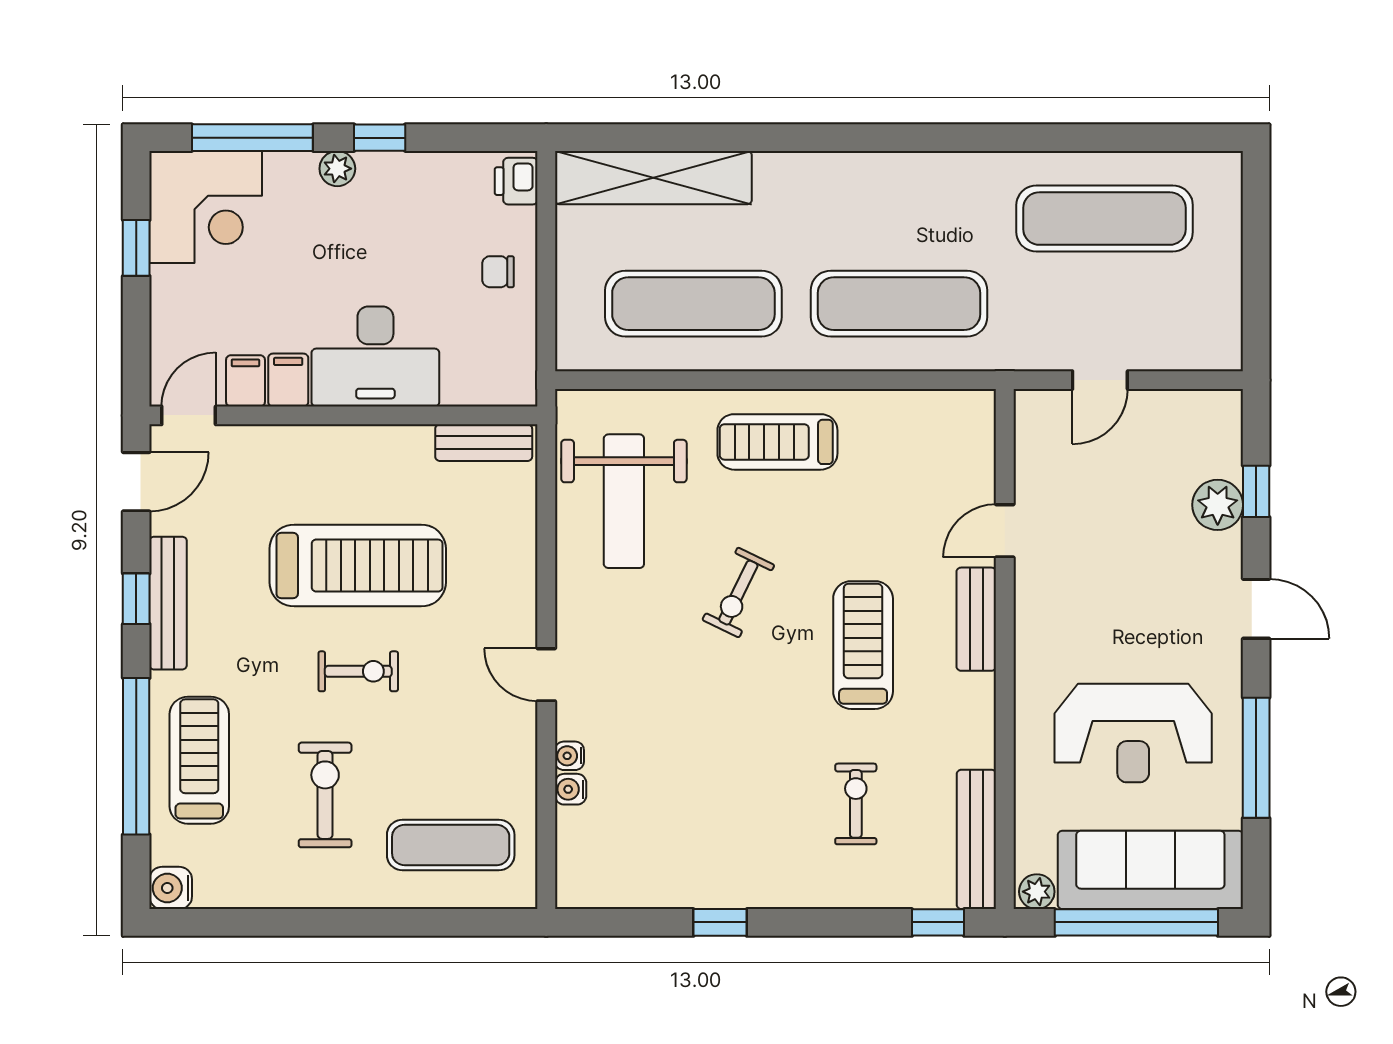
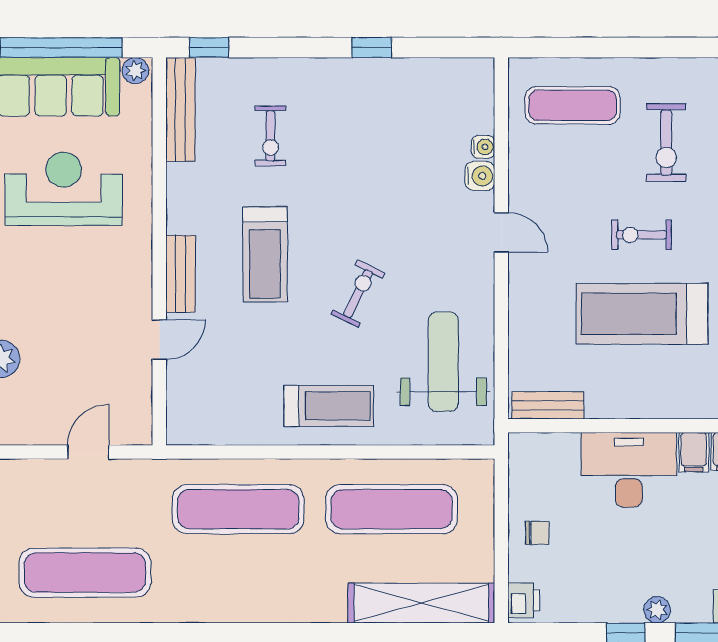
water cooler: (569, 756) -> (480, 176), width x1.38, depth x1.38

